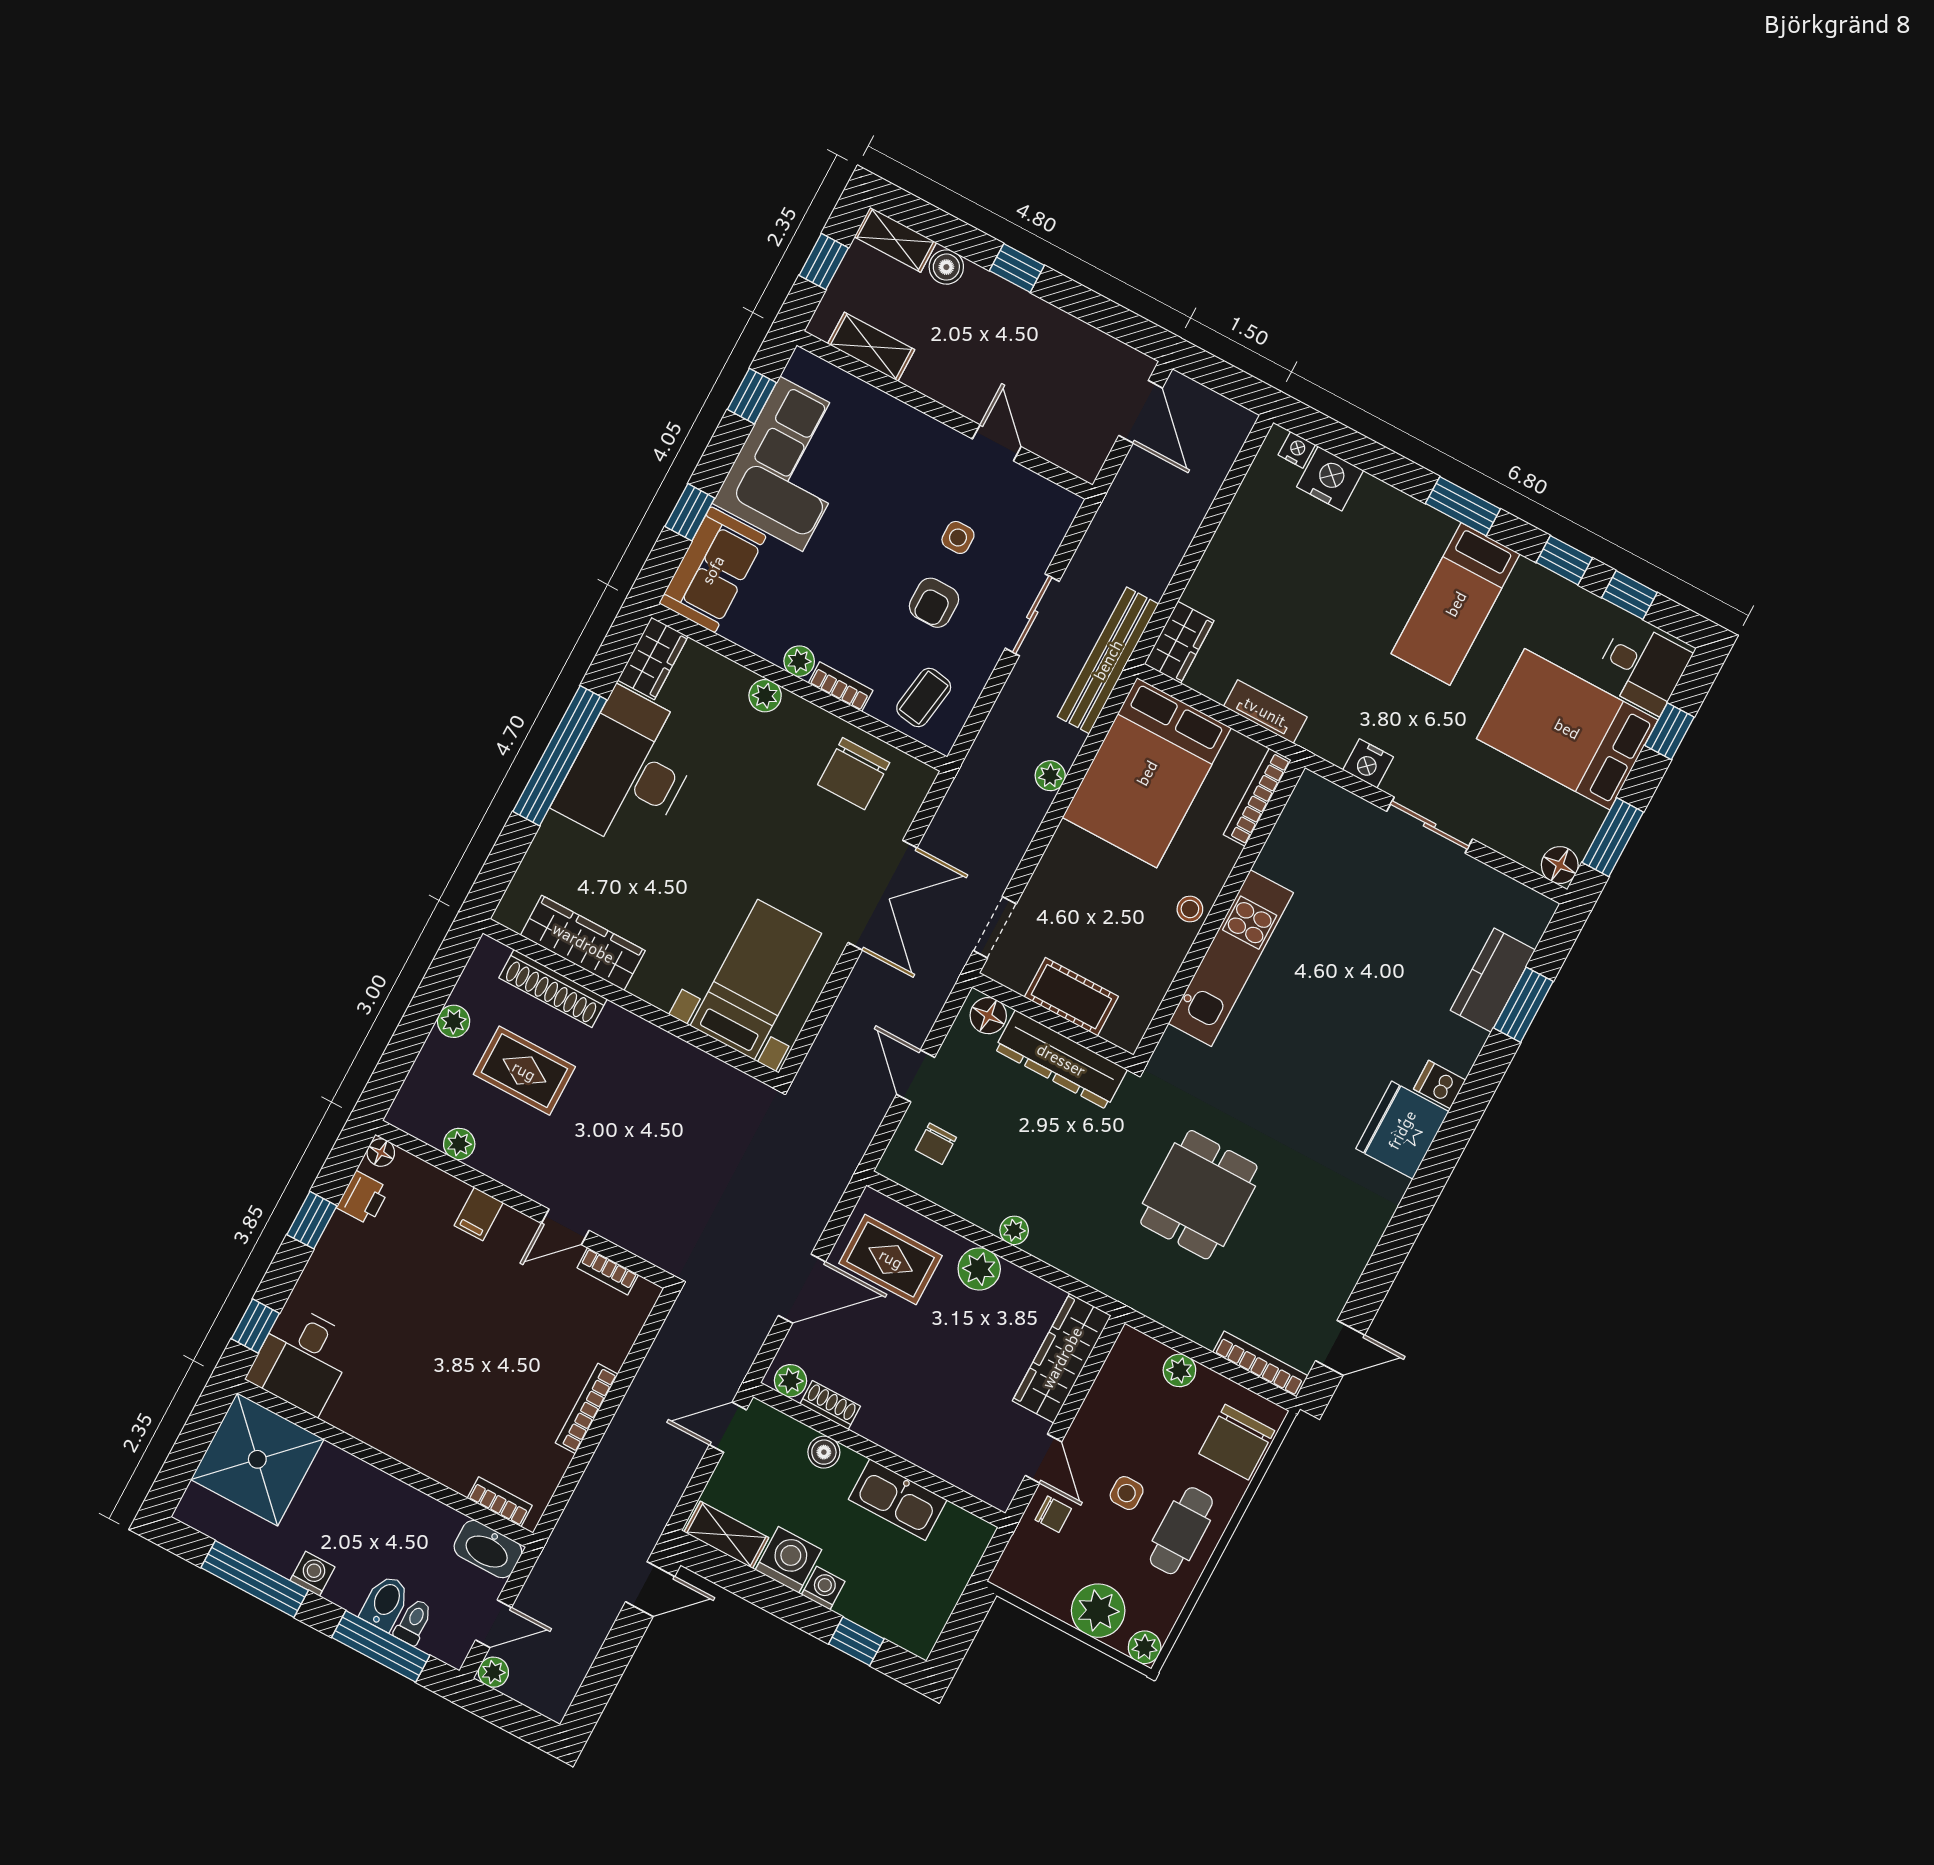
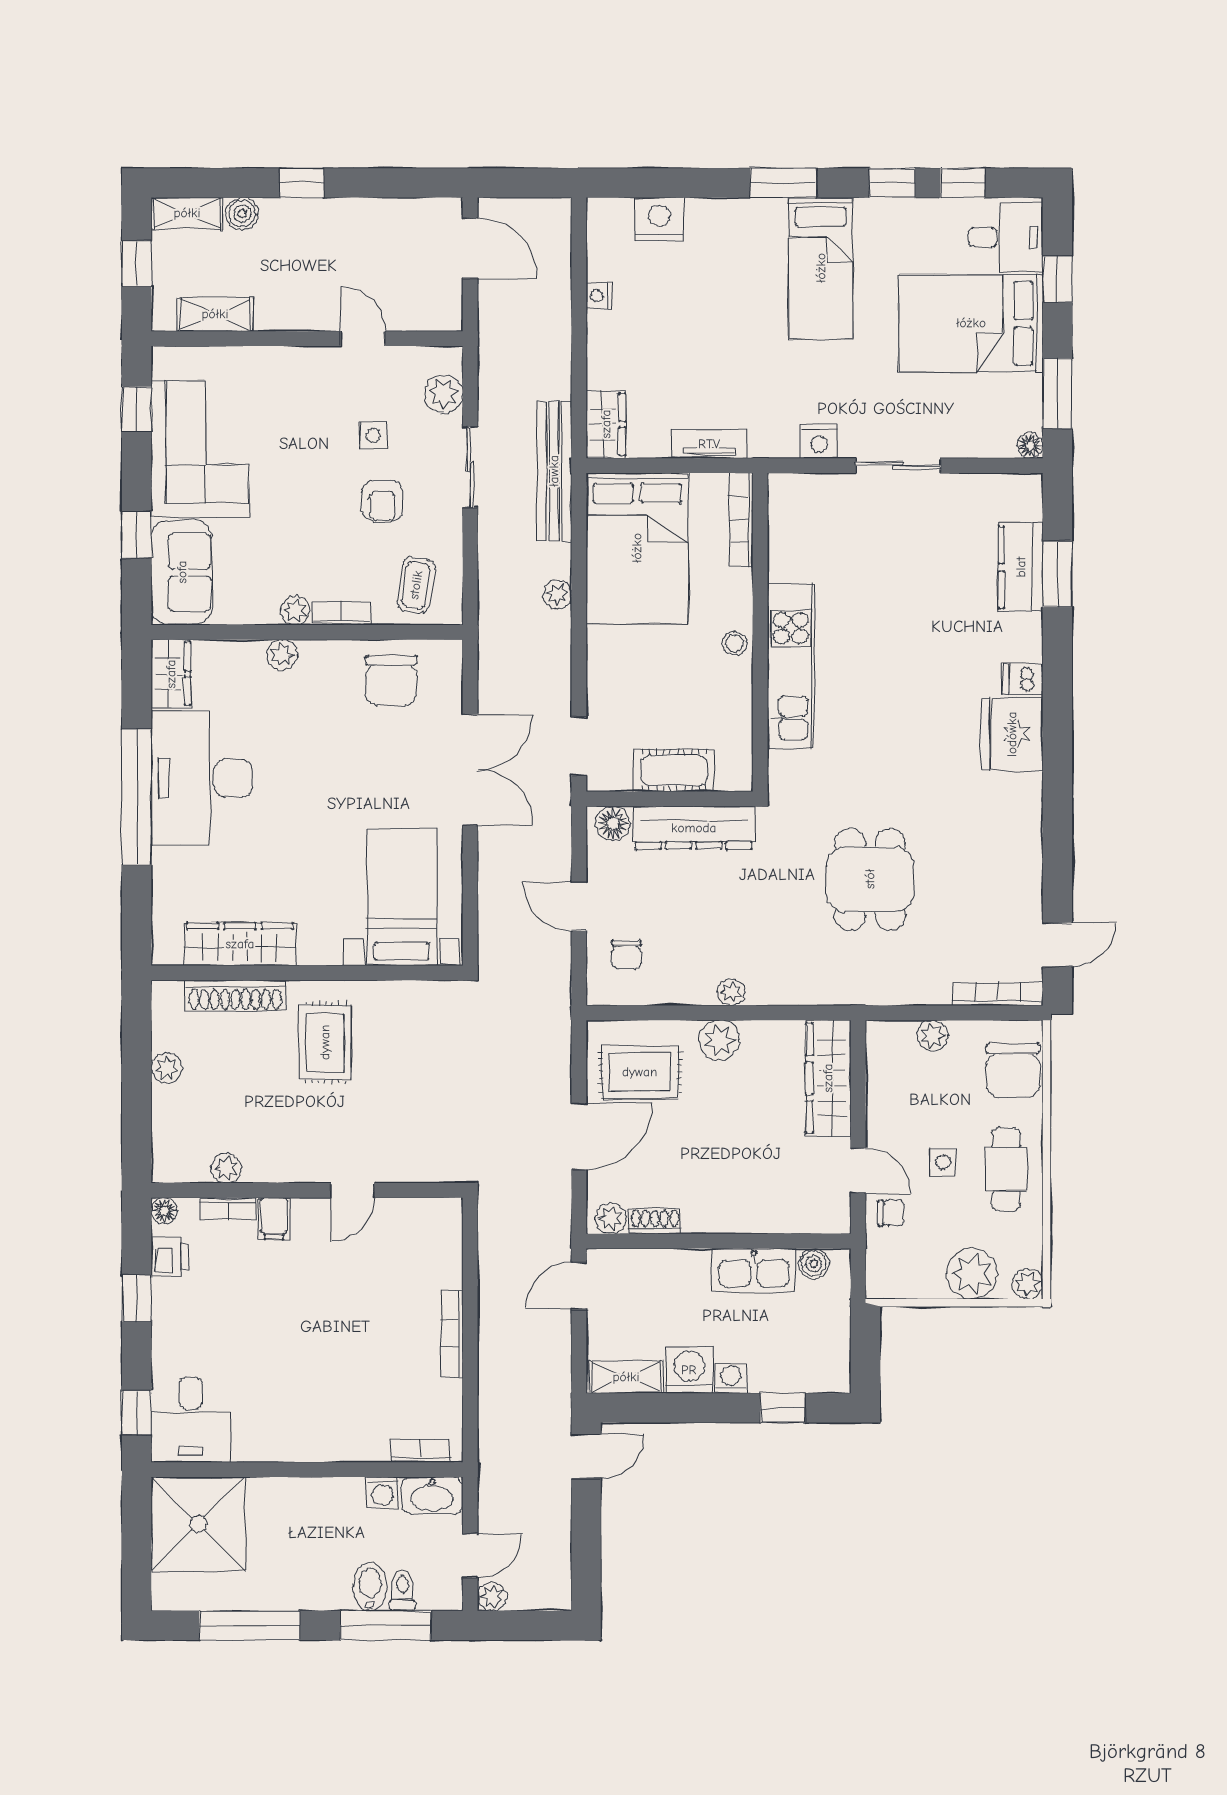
nightstand: (1297, 450) -> (599, 296), moved, turned -90
plant: (1044, 534) -> (444, 394), added
floor lamp: (1560, 865) -> (1030, 446), width x0.73, depth x0.73
rug: (524, 1071) -> (325, 1042), moved, turned 90
bookcase: (608, 1271) -> (228, 1209), moved
boiler: (824, 1452) -> (814, 1264), moved
washing machine: (312, 1574) -> (382, 1493), moved, turned 180

